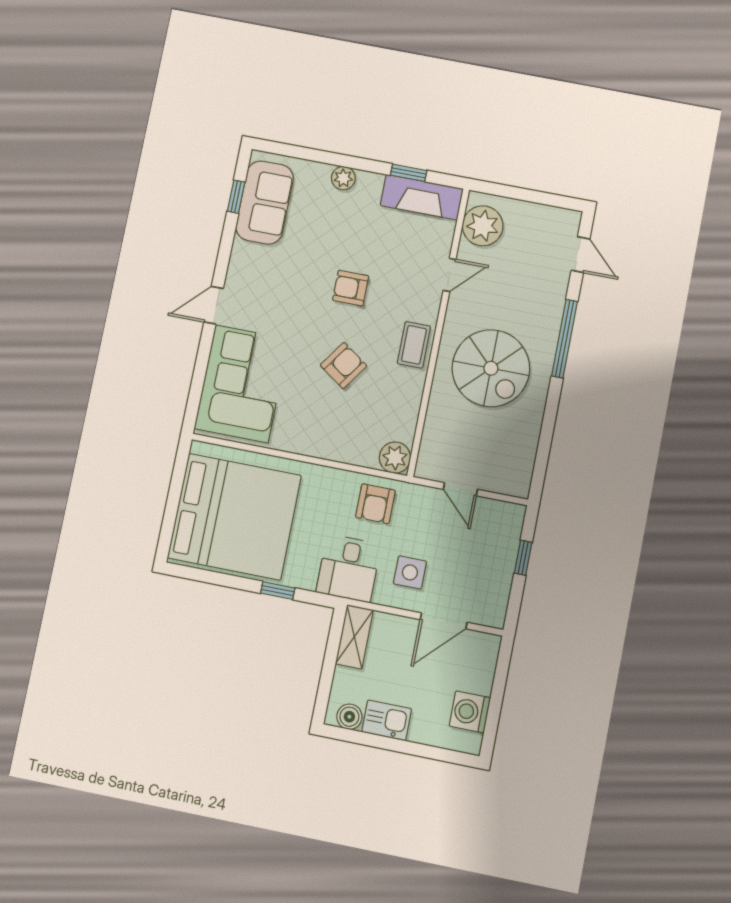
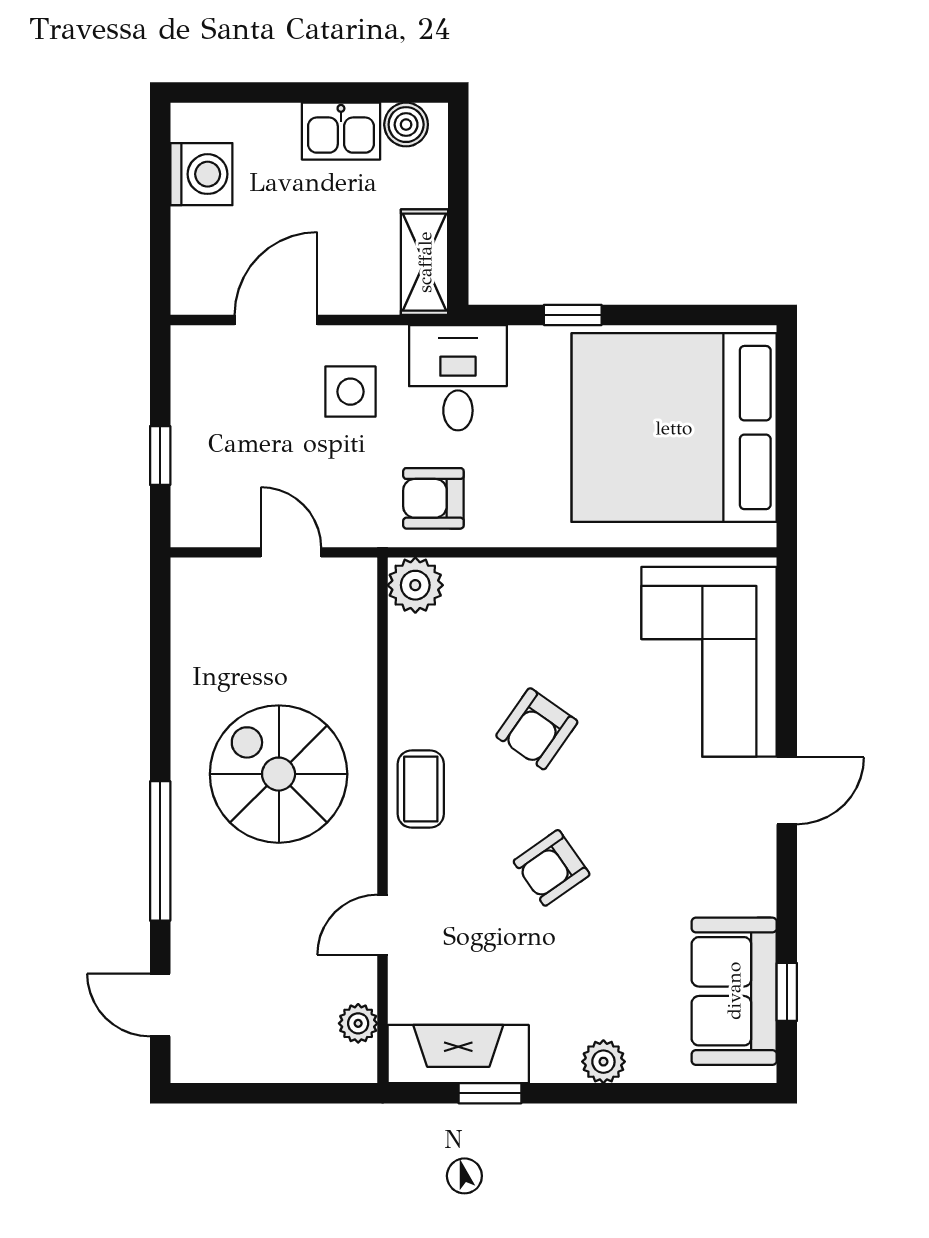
plant: (483, 226) -> (358, 1023), width x0.53, depth x0.53
armchair: (351, 288) -> (552, 868), turned 145
armchair: (375, 504) -> (433, 498), turned -90

